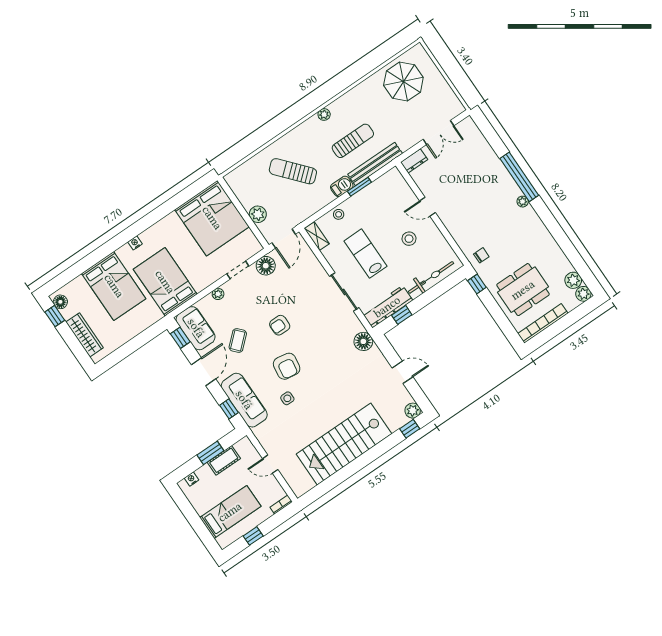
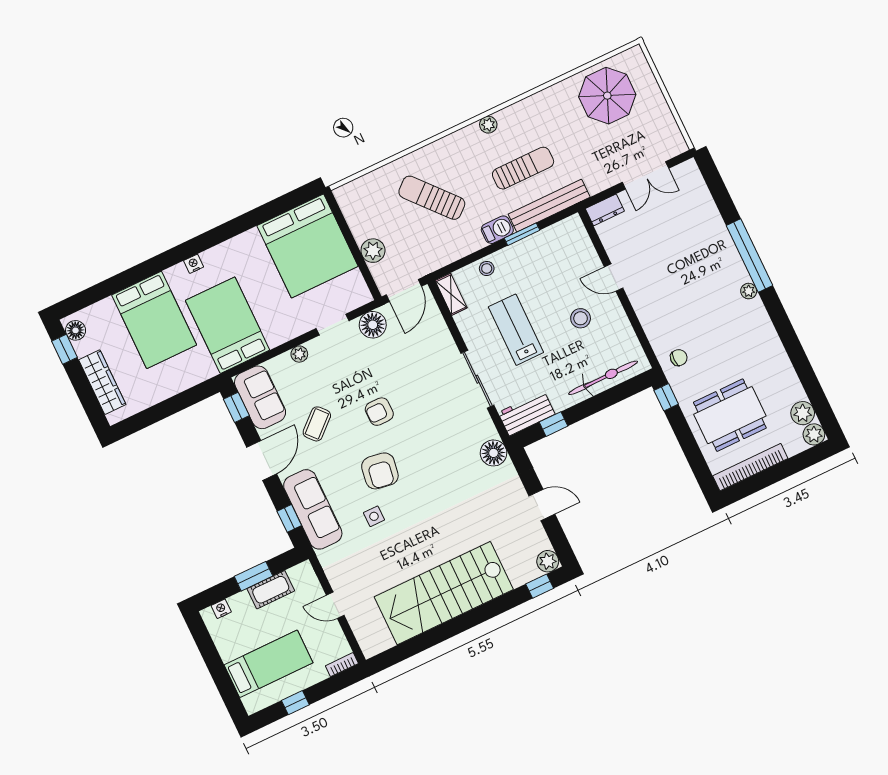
workbench: (387, 307) -> (527, 413), width x0.73

